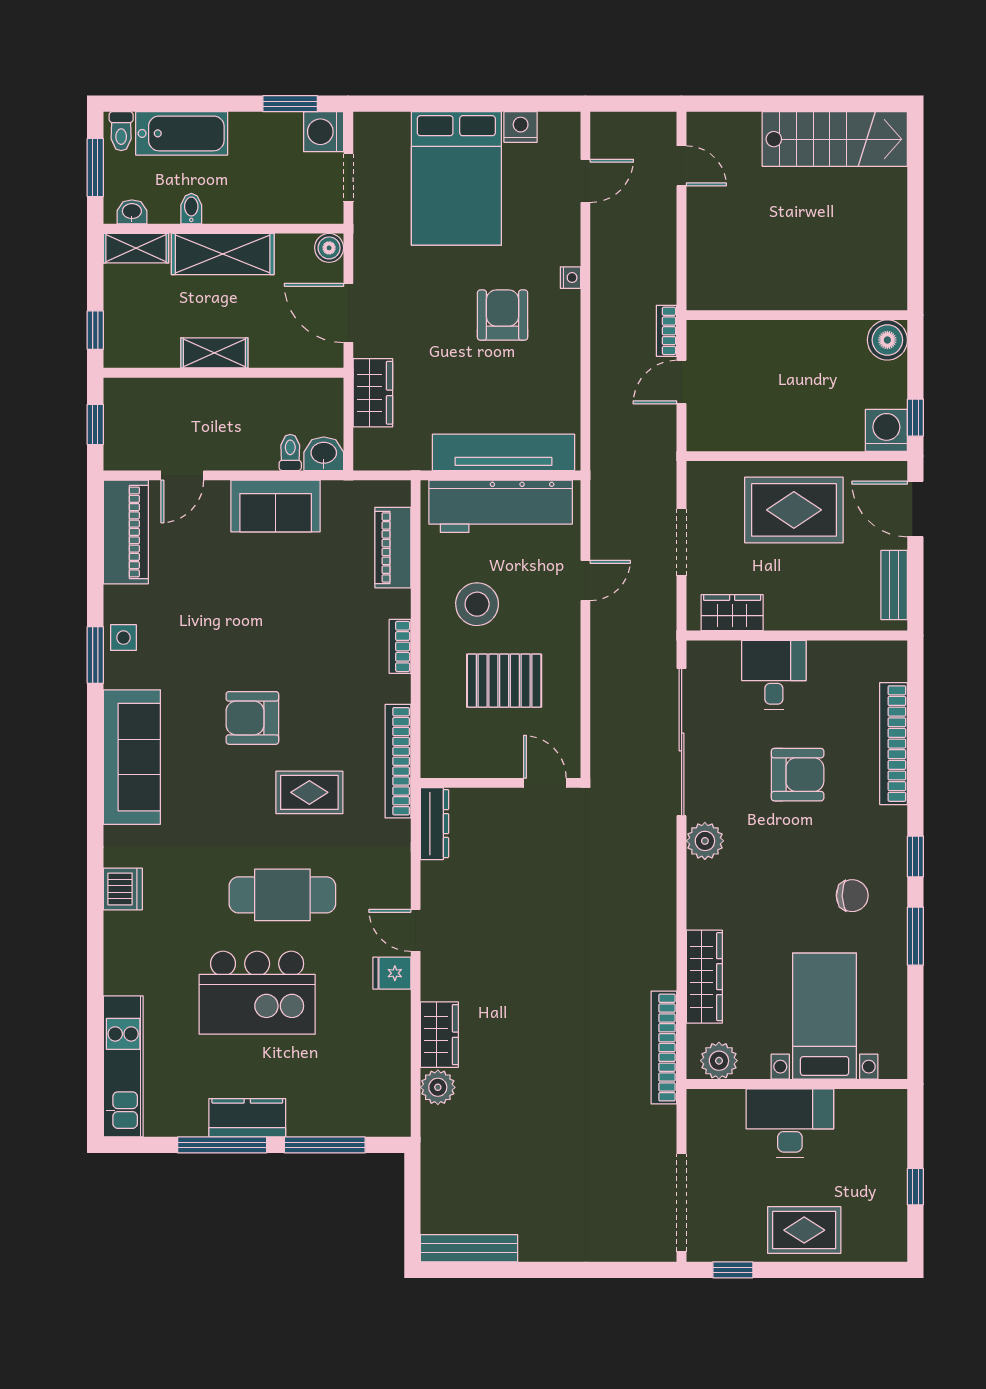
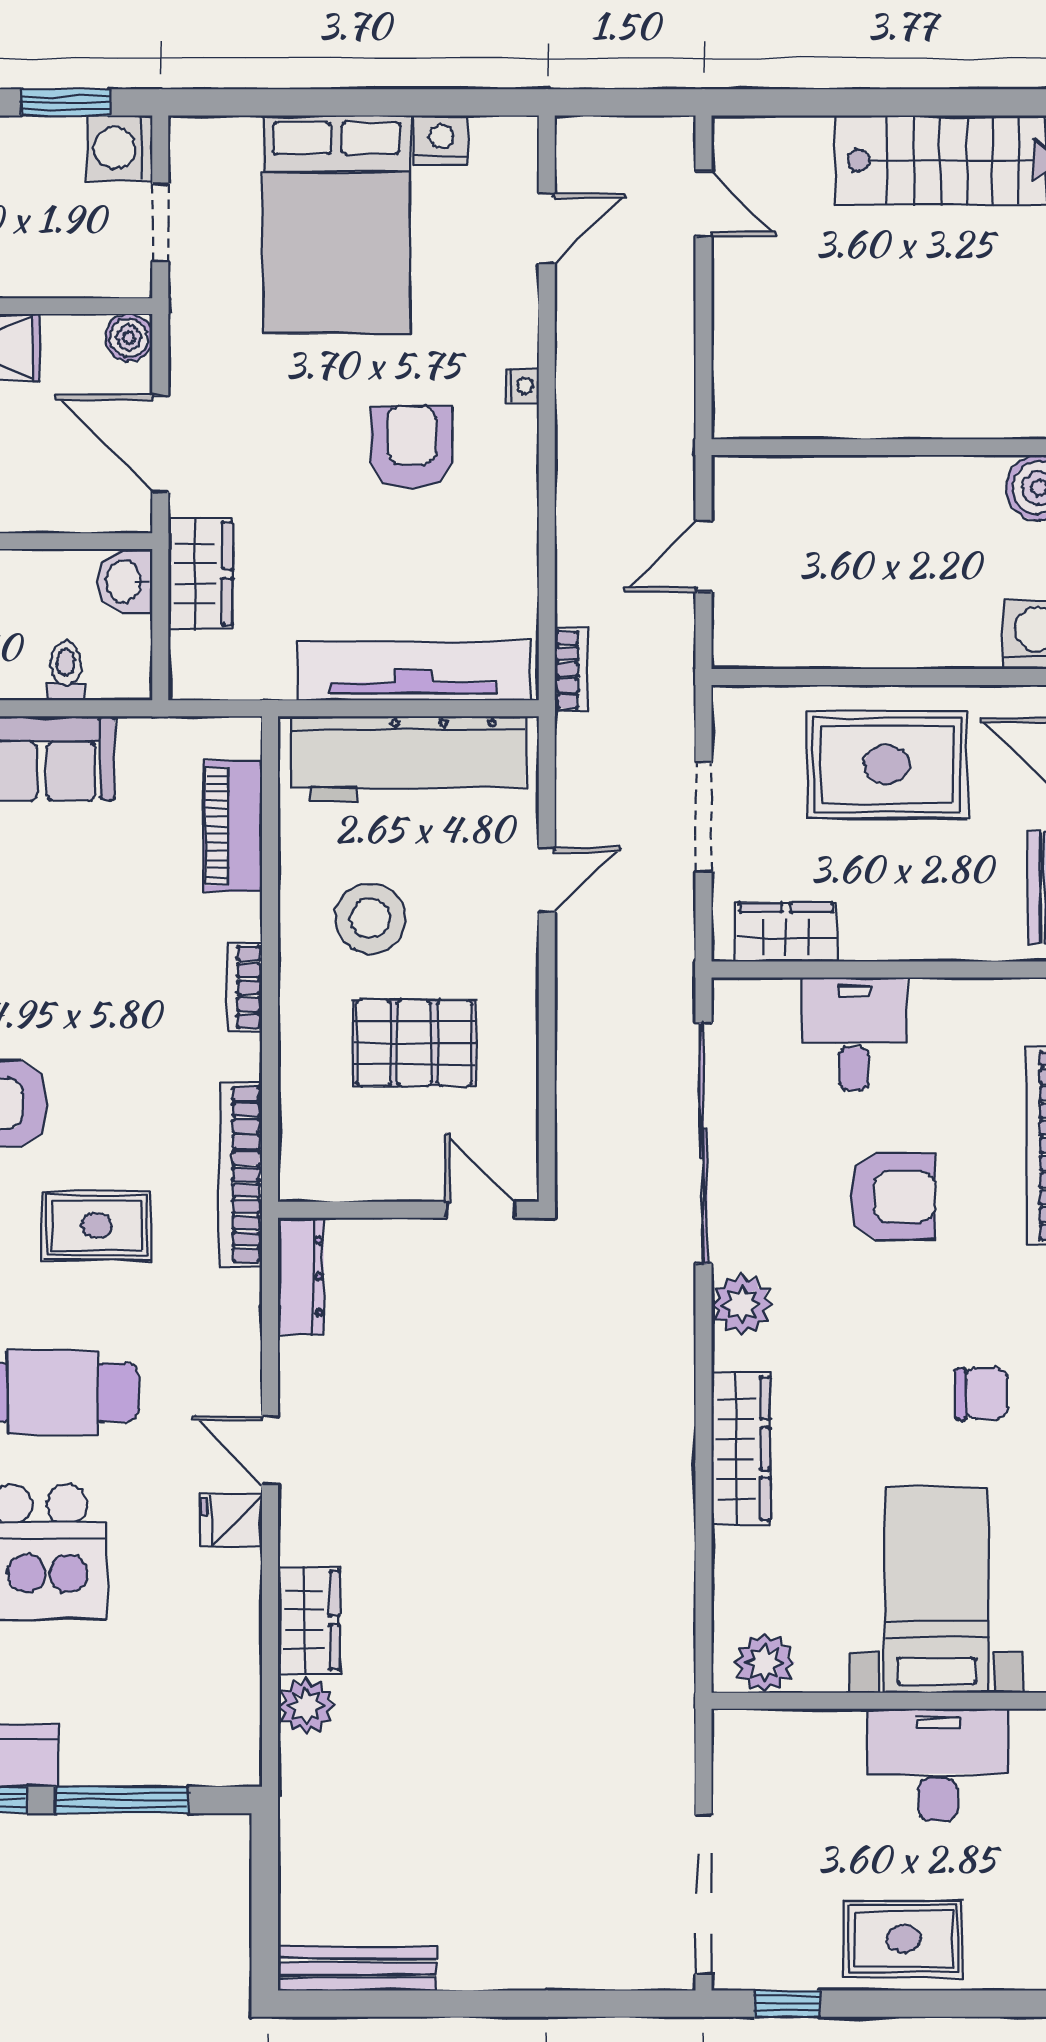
bookcase: (667, 331) -> (571, 670), moved, turned 180
washbasin: (324, 454) -> (125, 581), moved, turned -90
wardrobe: (704, 977) -> (741, 1449), moved
bookcase: (664, 1048) -> (675, 1641), removed
desk: (790, 1123) -> (938, 1765), moved

